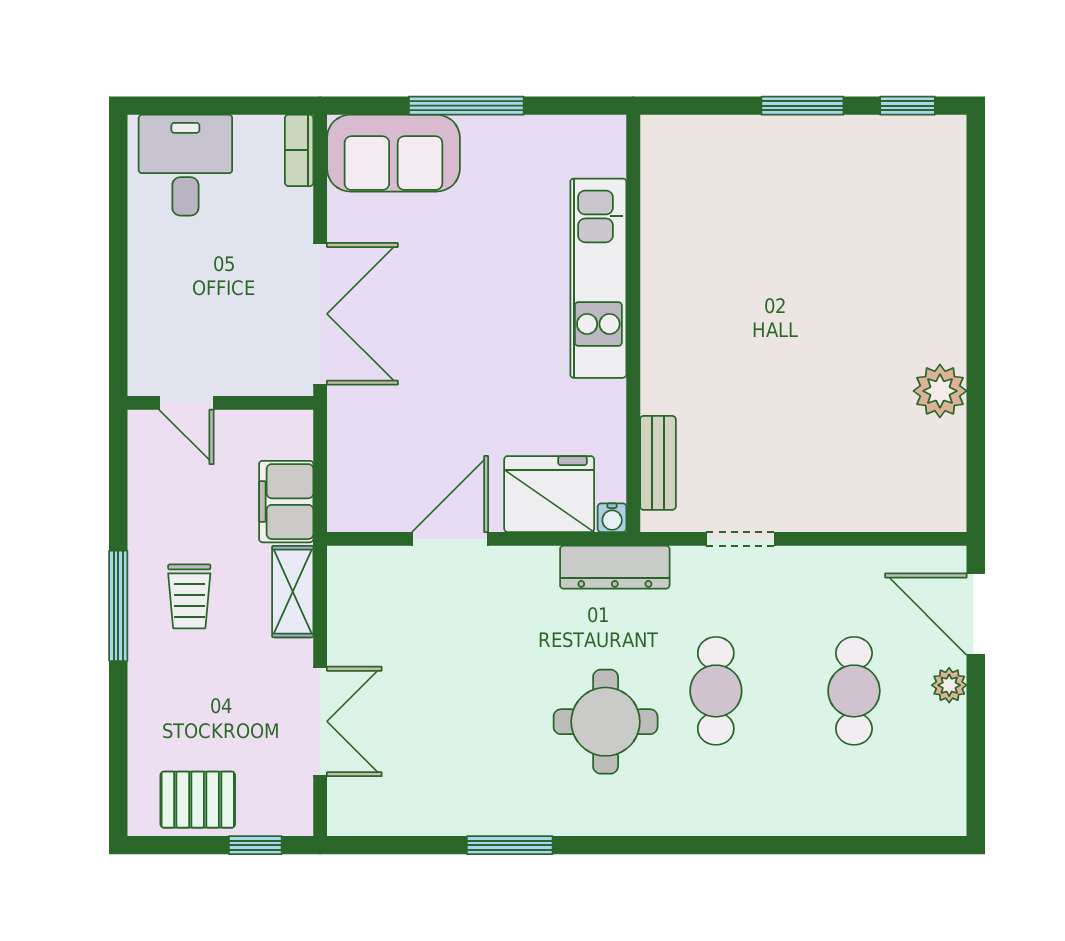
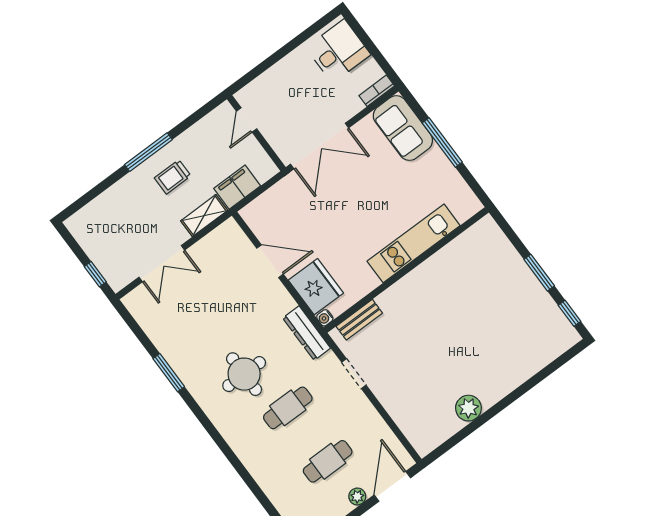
pallet: (198, 800) -> (96, 239), removed

